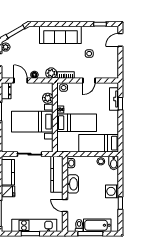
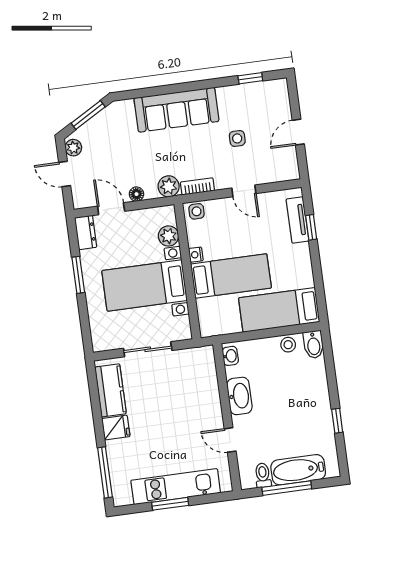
door: (120, 40) -> (298, 132), moved
door: (89, 80) -> (244, 191), hinge flipped
kitchen counter: (57, 174) -> (206, 381), removed
washing machine: (112, 191) -> (318, 400), removed

